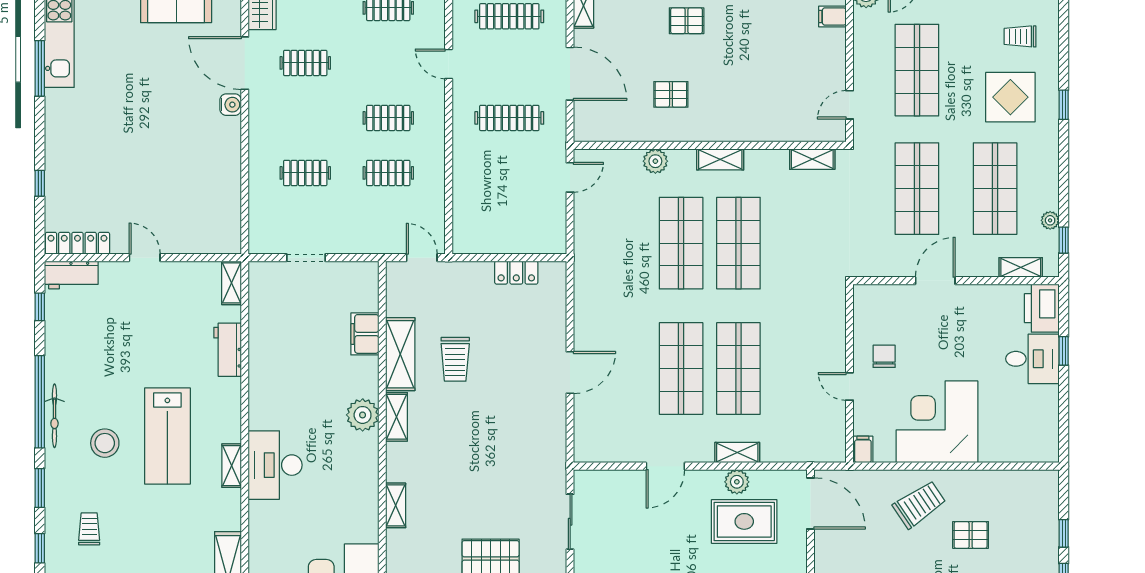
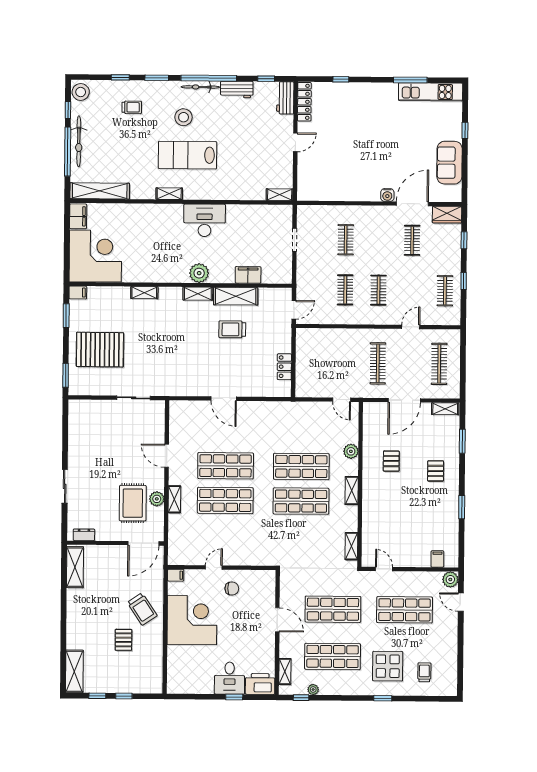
workbench: (228, 350) -> (237, 90), moved, turned 180
desk: (275, 465) -> (205, 220), moved

